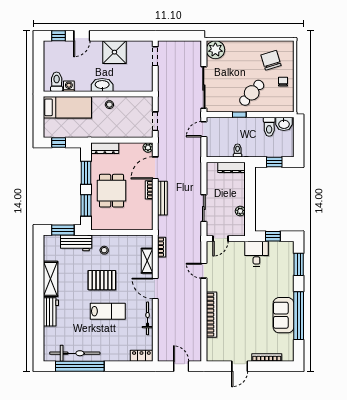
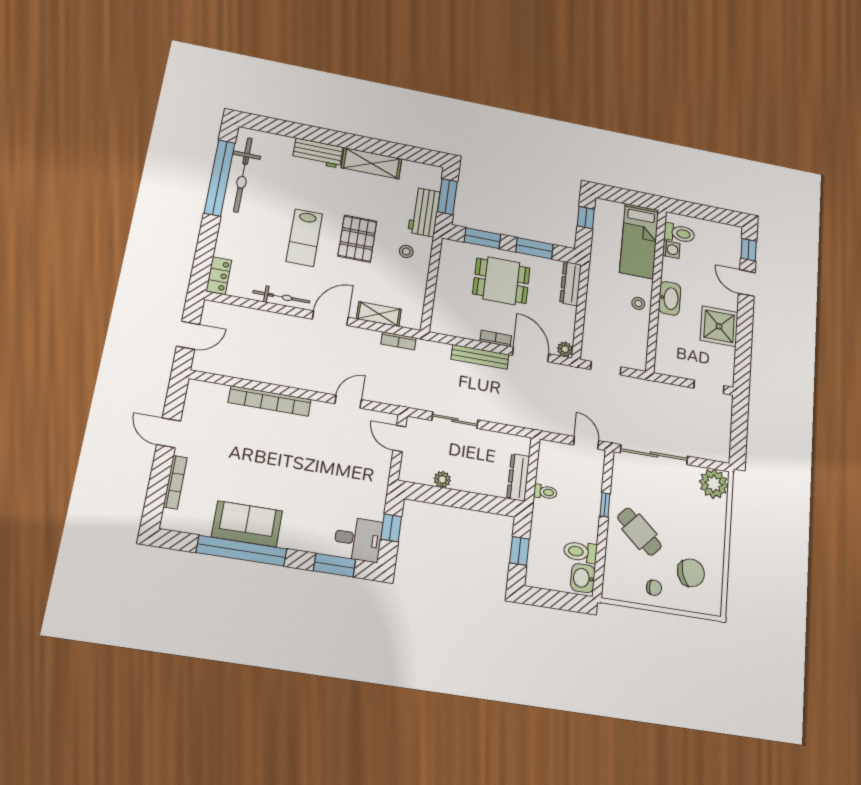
desk: (256, 254) -> (358, 539), moved

